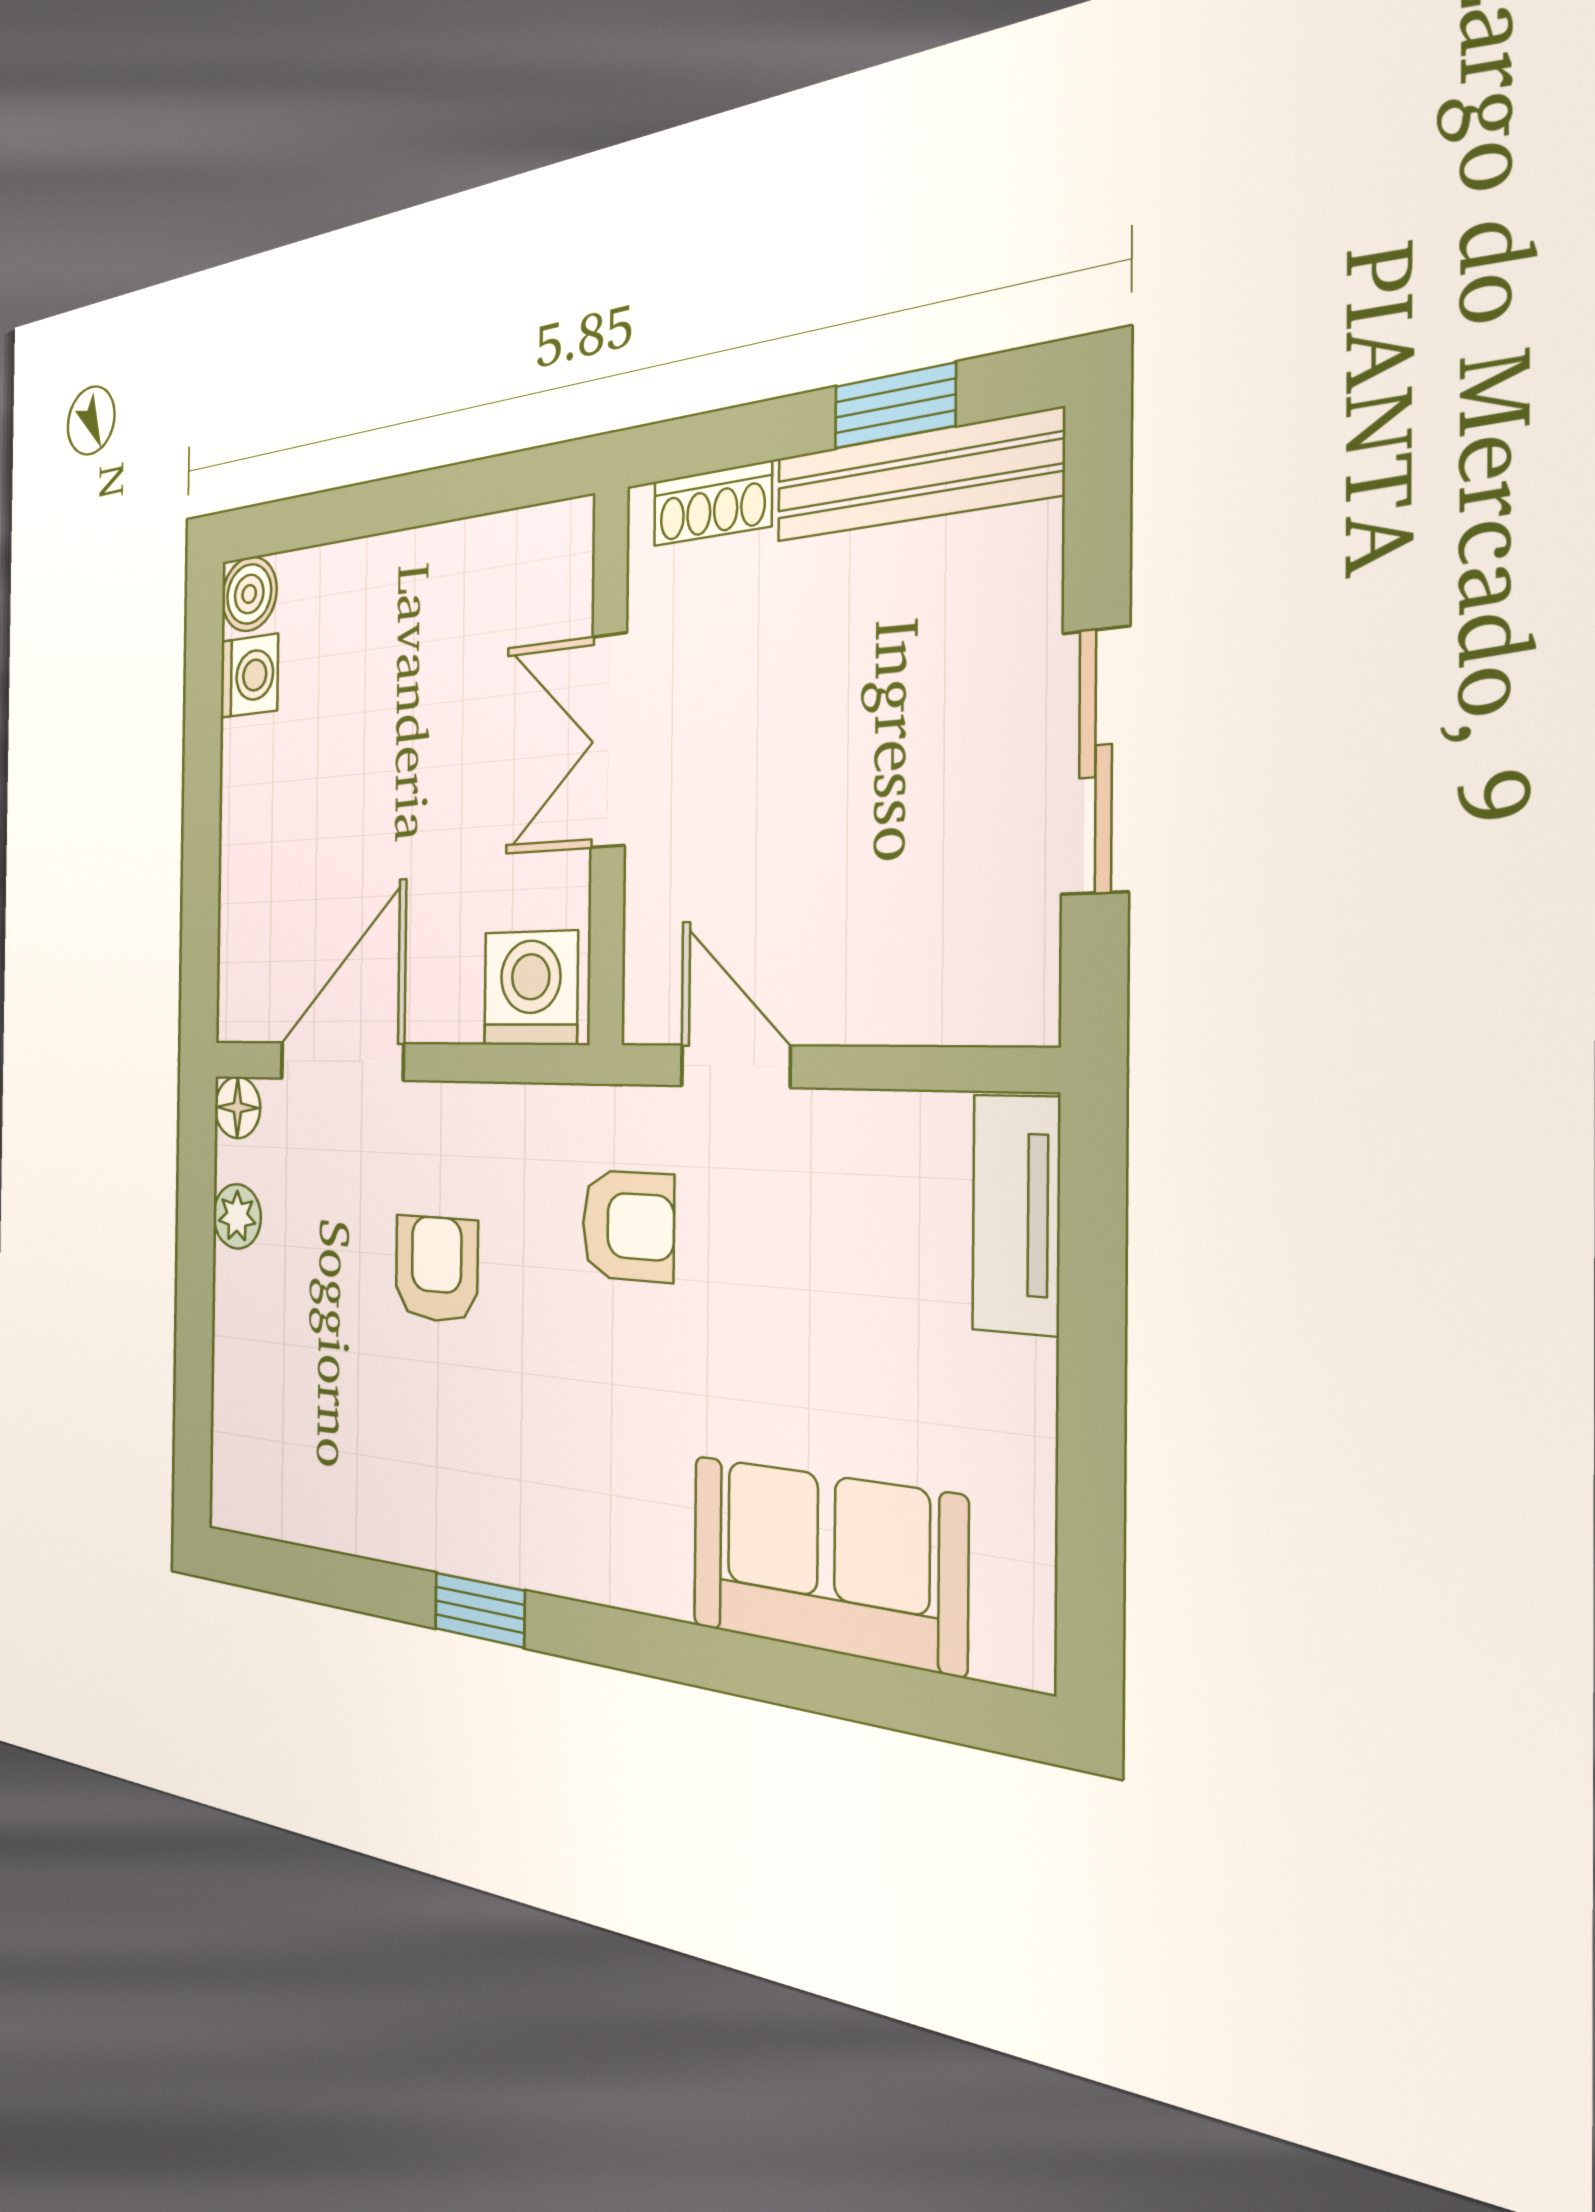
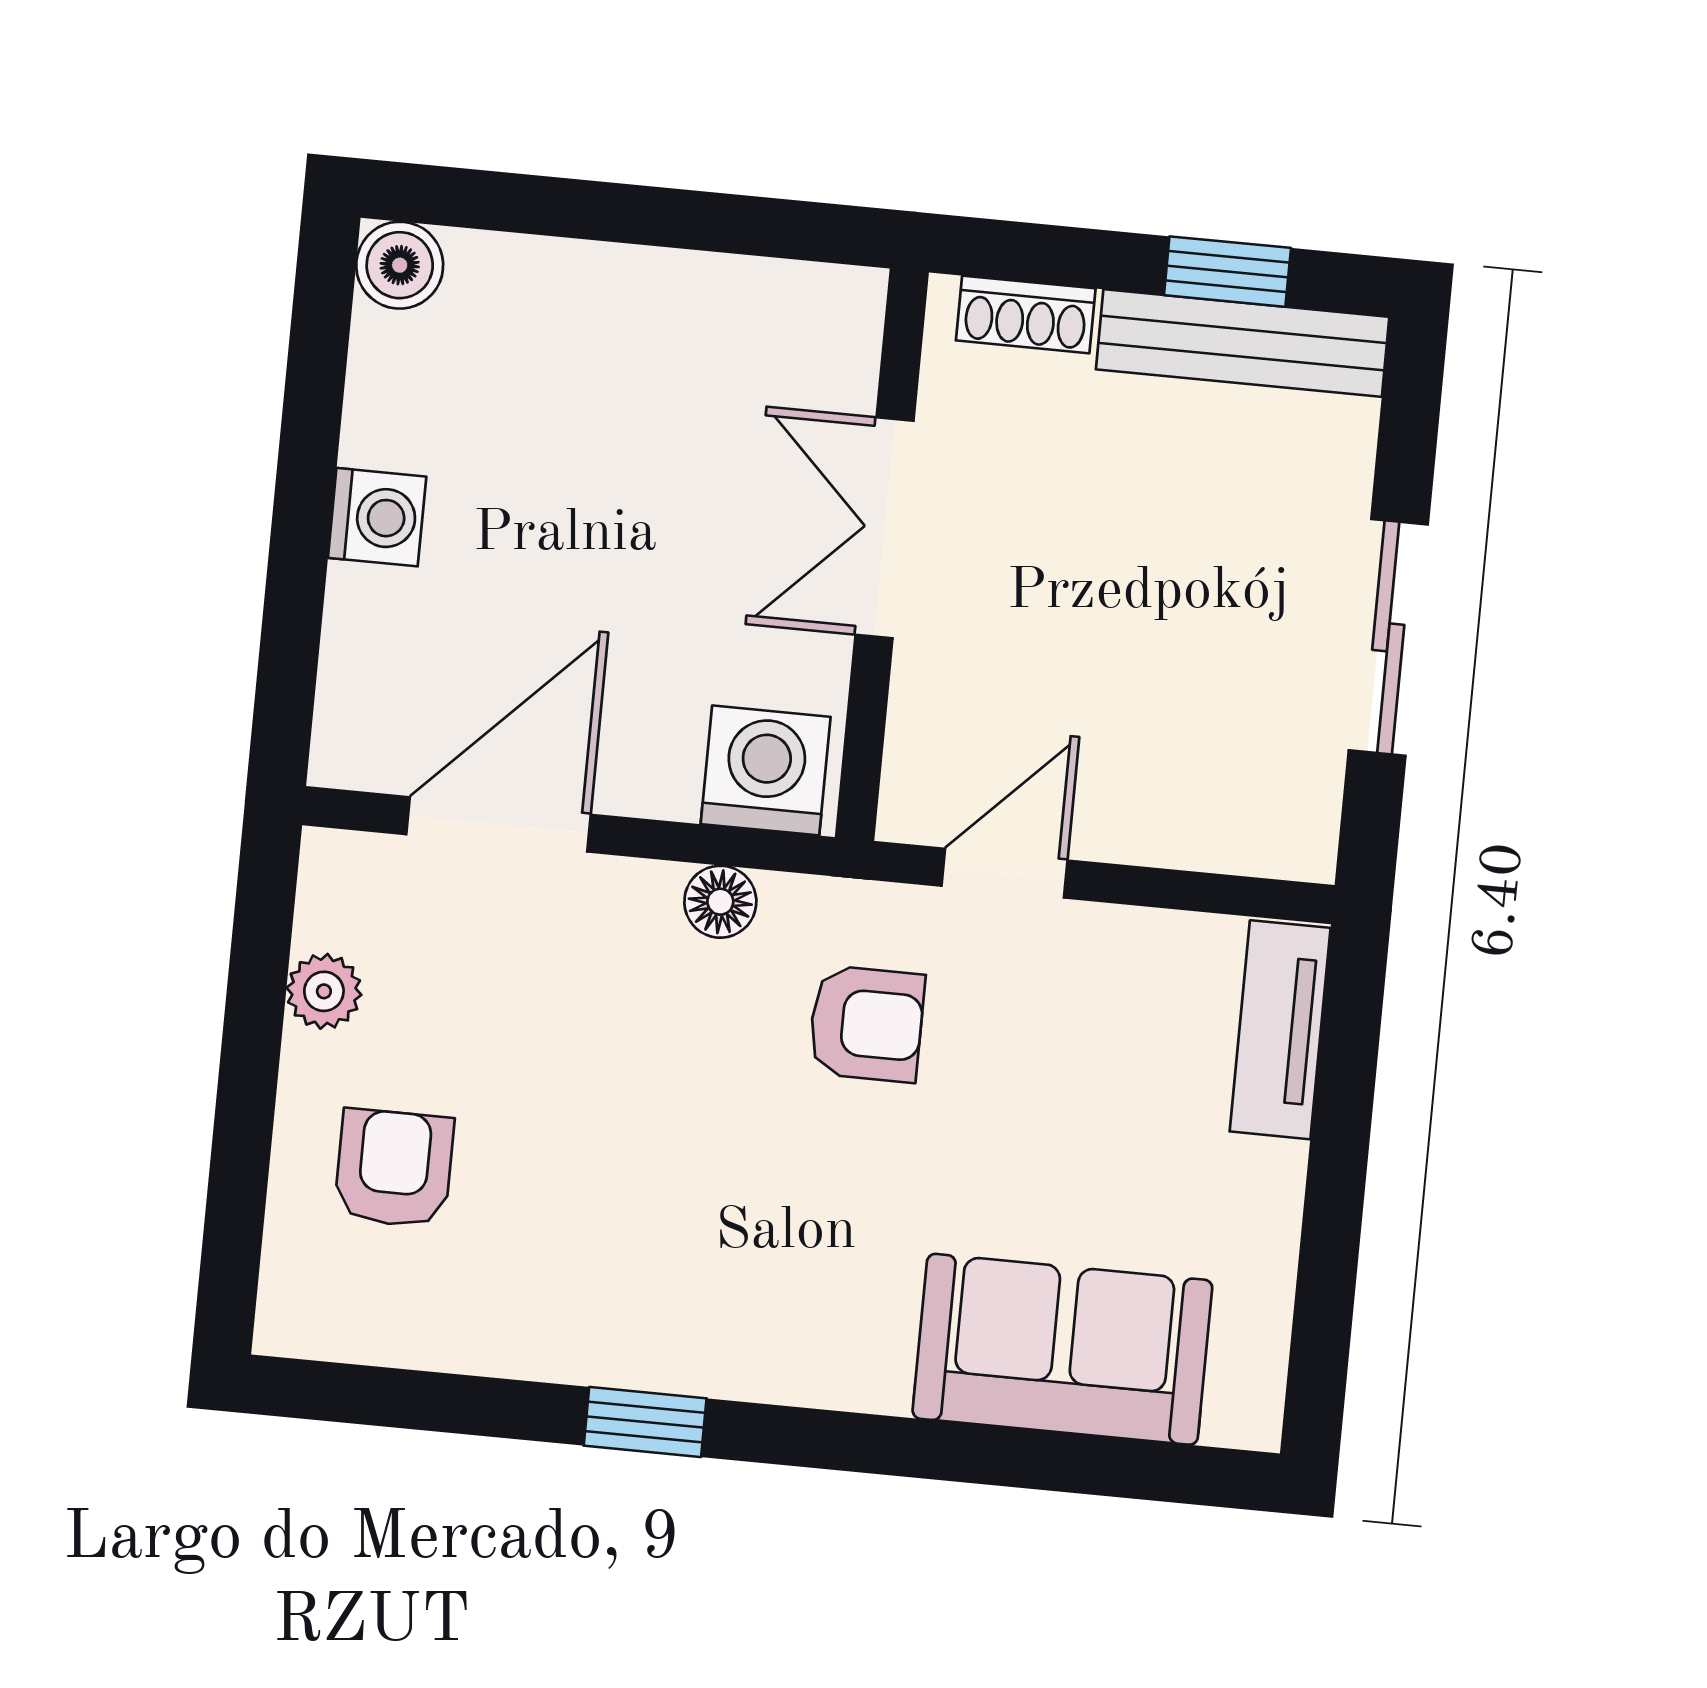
washing machine: (249, 676) -> (377, 517), moved
door: (735, 1066) -> (1004, 873), hinge flipped
floor lamp: (237, 1108) -> (720, 902), moved
armchair: (436, 1269) -> (394, 1168), moved

